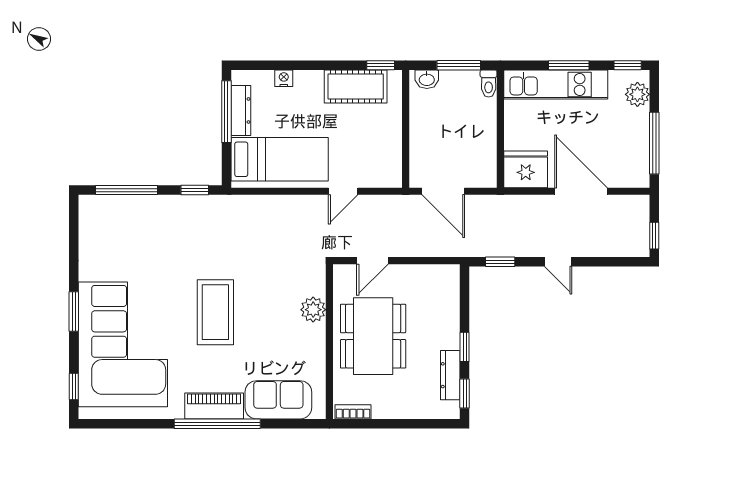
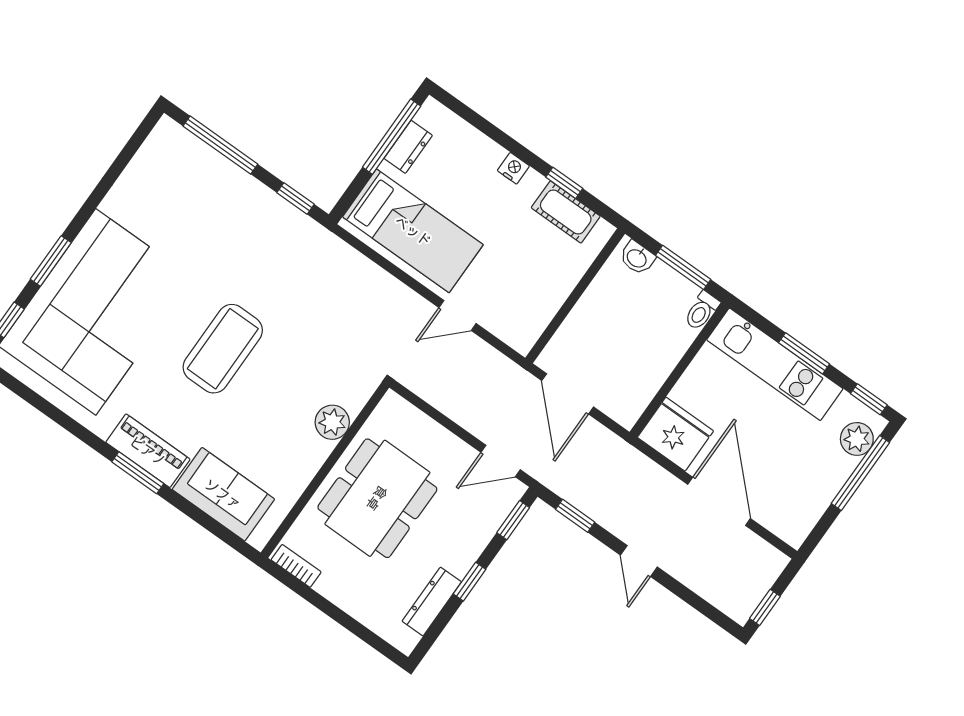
window: (381, 65) -> (564, 183), moved
nightstand: (284, 78) -> (513, 168), moved
cot: (356, 86) -> (566, 212), width x0.73, depth x0.75
dresser: (241, 110) -> (408, 147), width x0.70
window: (654, 143) -> (860, 473), moved
door: (372, 261) -> (501, 461), moved
window: (74, 312) -> (51, 261), moved
window: (465, 393) -> (513, 520), moved
window: (217, 424) -> (138, 473), width x0.47

